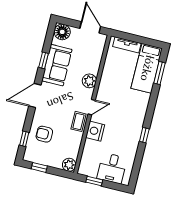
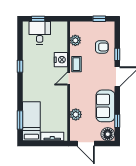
window: (44, 60) -> (117, 121), moved
plant: (89, 81) -> (76, 114), moved
window: (24, 139) -> (117, 54), moved
plant: (69, 165) -> (75, 40), moved
window: (94, 181) -> (38, 19), moved

